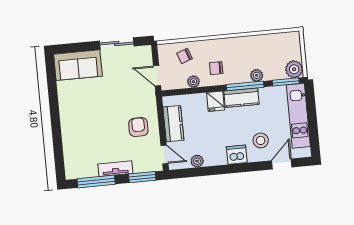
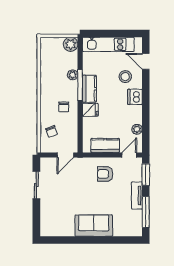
sofa: (78, 65) -> (94, 226), moved, turned -90
plant: (193, 82) -> (73, 126), removed
window: (286, 82) -> (80, 52), removed

